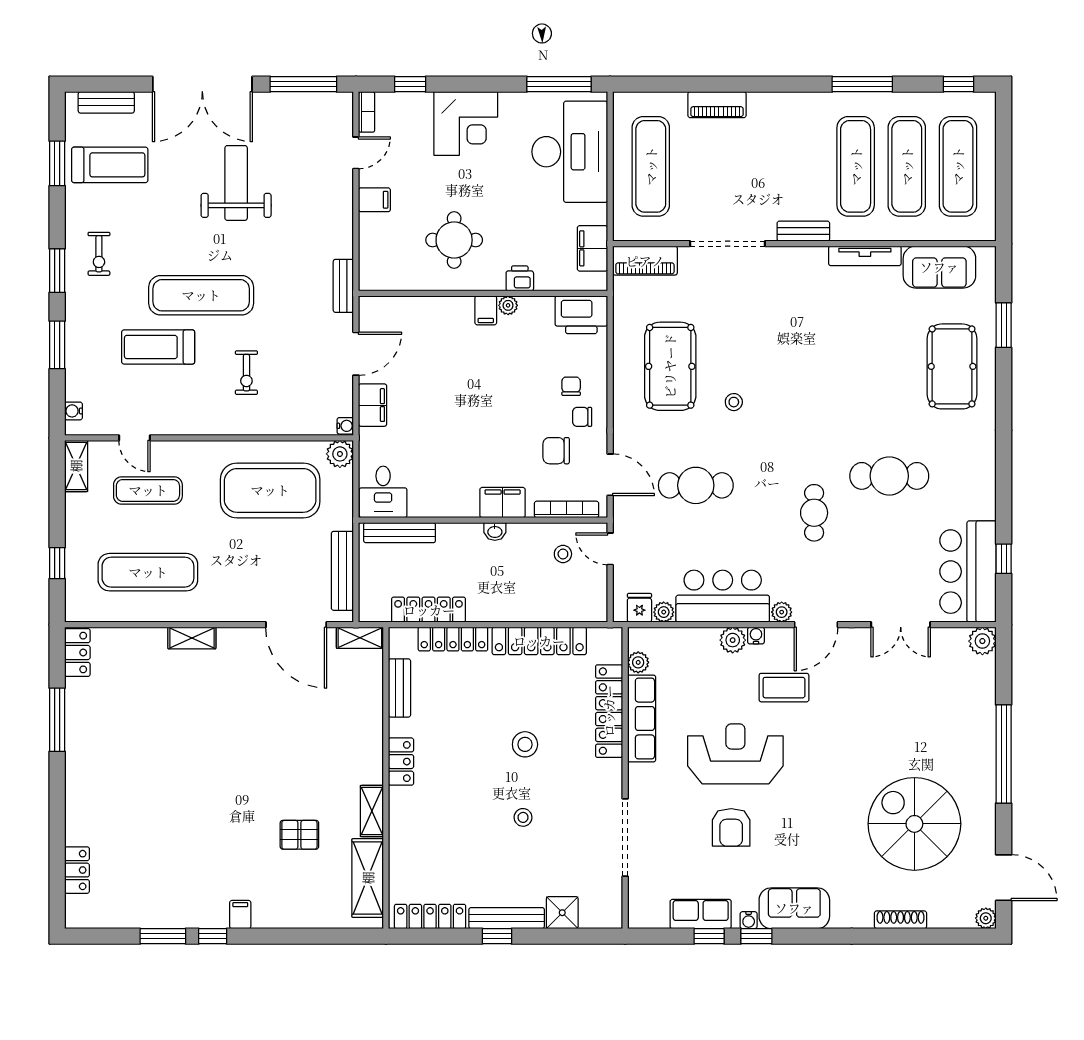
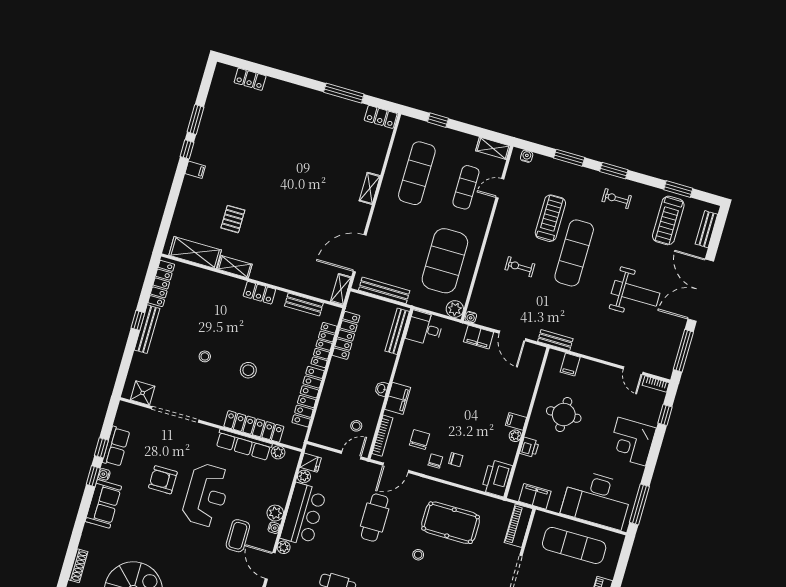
filing cabinet: (374, 200) -> (570, 365), moved
shower: (562, 913) -> (143, 393), moved

